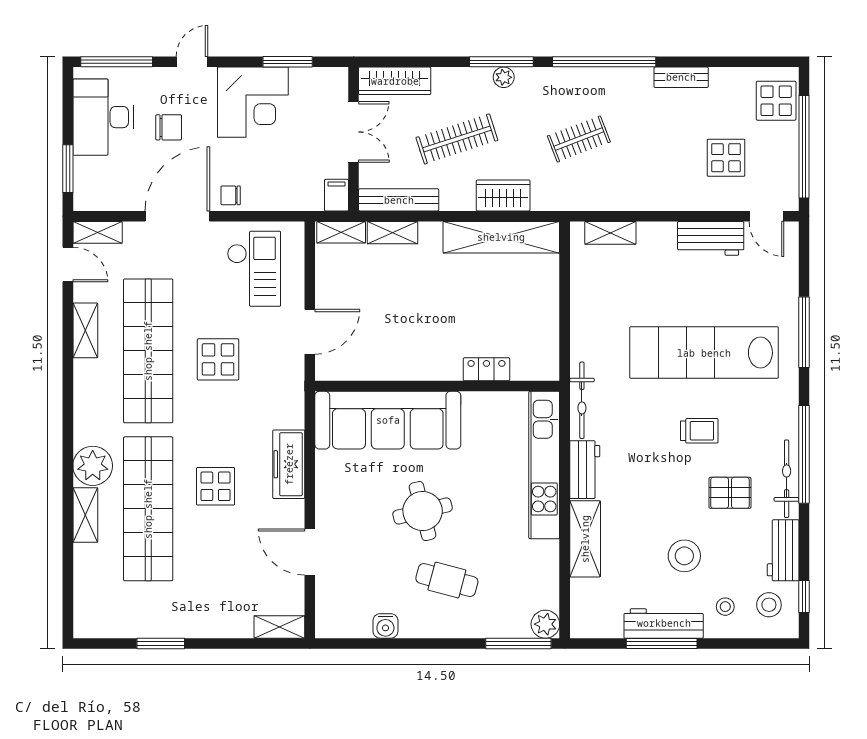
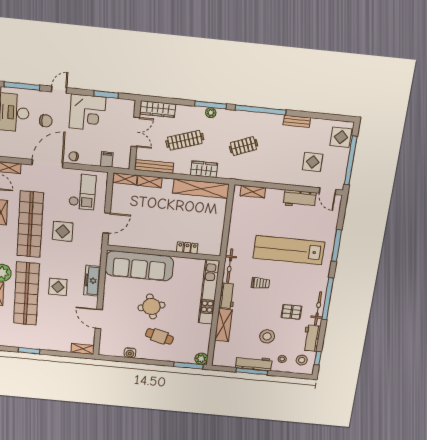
filing cabinet: (337, 195) -> (107, 160), moved
trolley: (699, 431) -> (260, 283), moved

